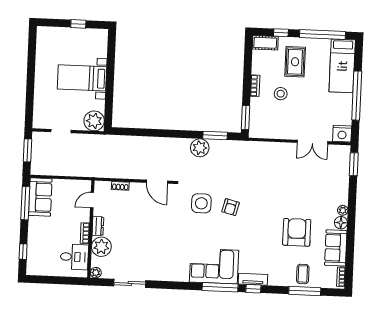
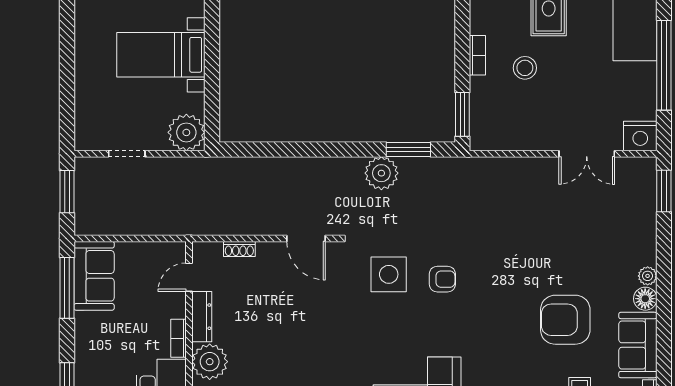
armchair: (231, 207) -> (442, 279), turned -104
dresser: (98, 226) -> (202, 317), width x1.44
armchair: (297, 232) -> (565, 320), turned -90

